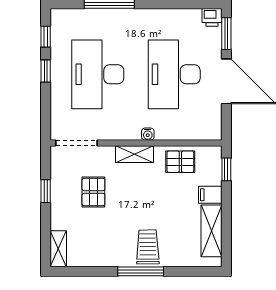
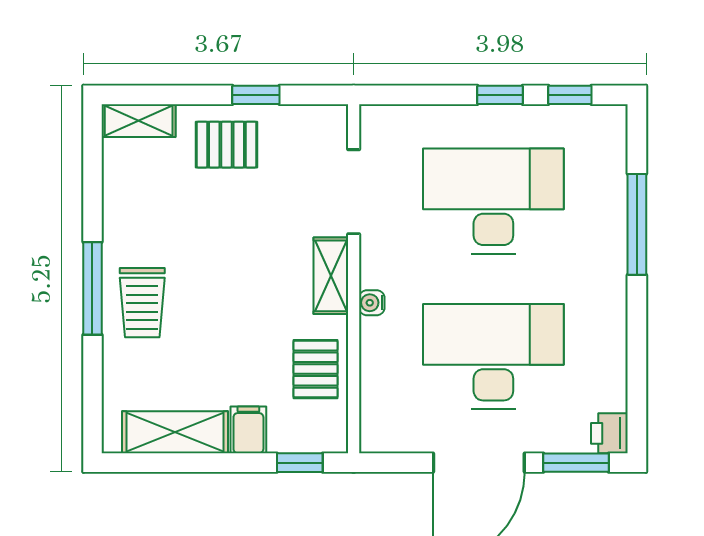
doorway: (76, 143) -> (354, 192), moved
pallet: (93, 192) -> (227, 145), moved
trolley: (148, 247) -> (142, 303), turned 91

